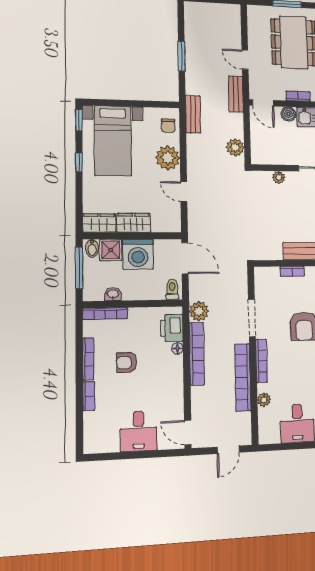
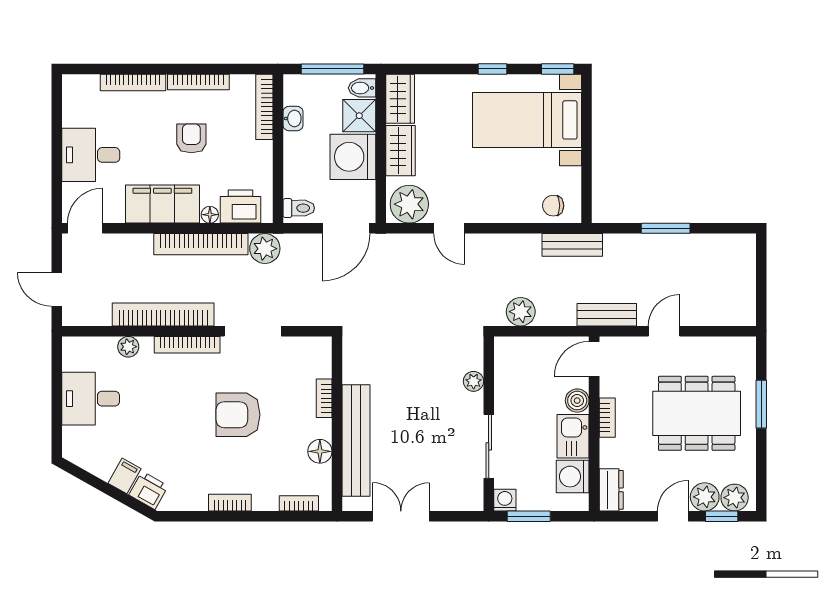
plant: (168, 158) -> (409, 204), moved
door: (184, 192) -> (449, 228), swing flipped
filing cabinet: (171, 381) -> (162, 204), added
bookcase: (89, 396) -> (133, 82), width x1.56

